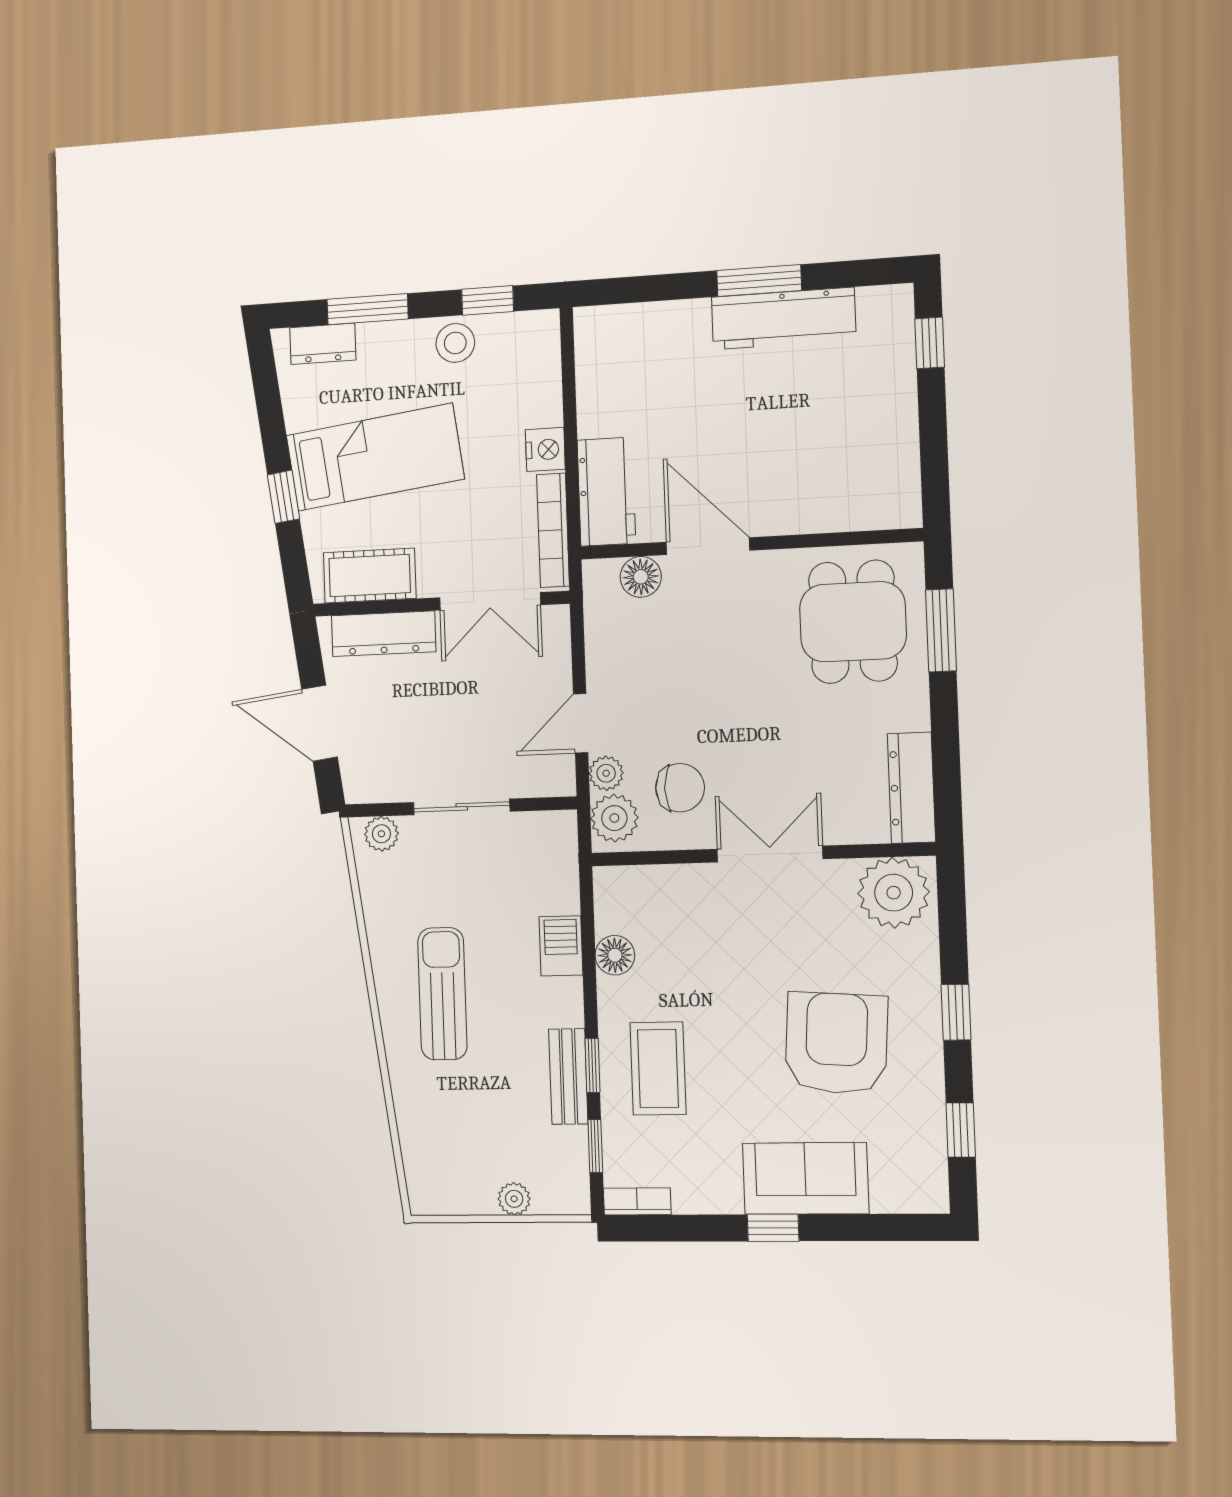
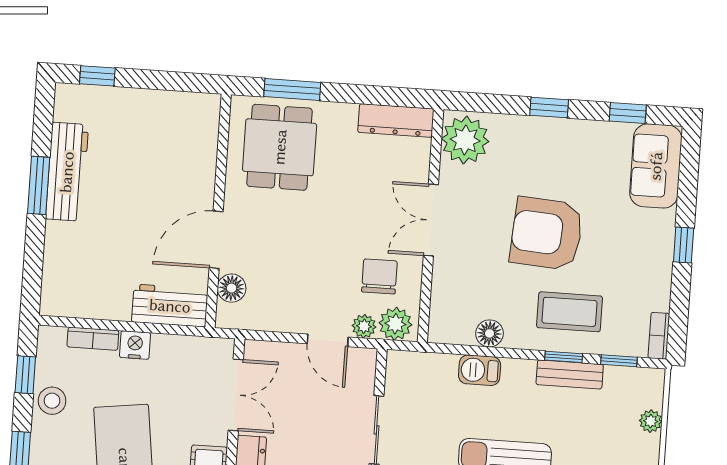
bookcase: (553, 530) -> (93, 339), moved, width x0.64
dining table: (853, 622) -> (280, 147), turned 90
armchair: (836, 1043) -> (547, 233), moved
sofa: (805, 1178) -> (656, 166), moved

